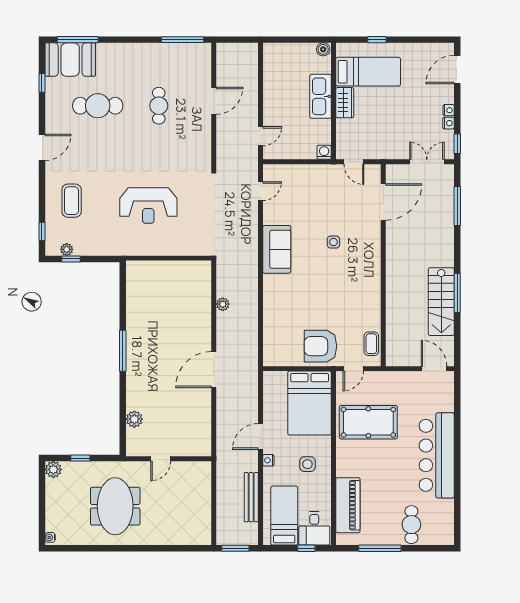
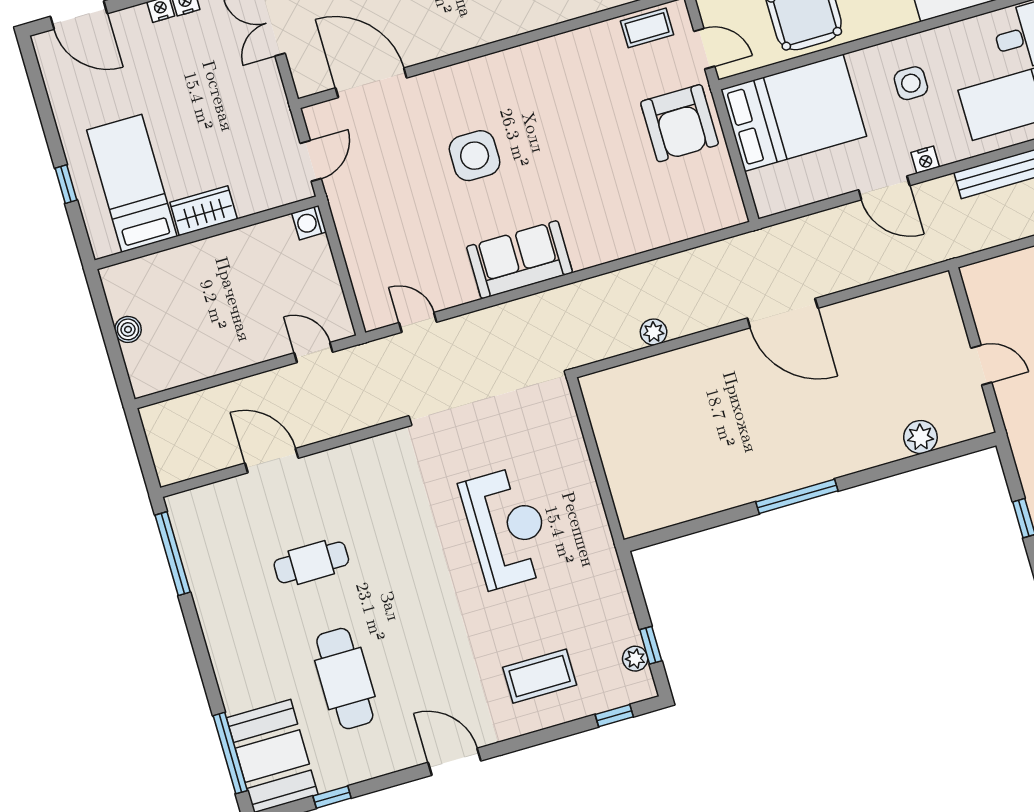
boiler: (323, 49) -> (128, 329), moved
kitchen sink: (321, 96) -> (205, 260), removed
side table: (333, 242) -> (475, 156), width x1.87, depth x1.87

